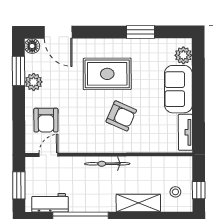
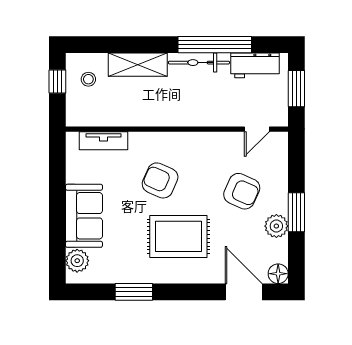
window: (19, 71) -> (296, 212), moved
armchair: (46, 120) -> (242, 191), moved, turned 114
tv unit: (185, 132) -> (103, 141), moved, turned 90
bicycle: (107, 164) -> (199, 63), moved, turned 180

